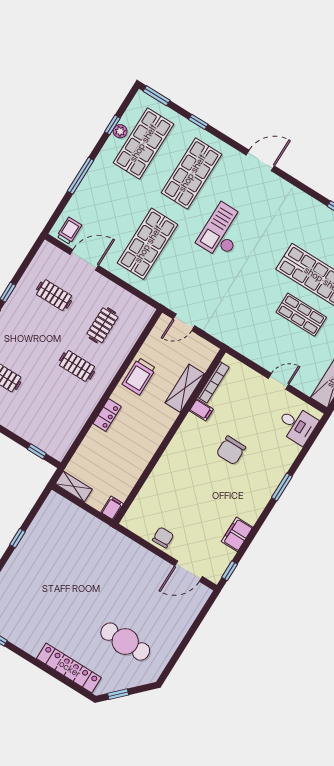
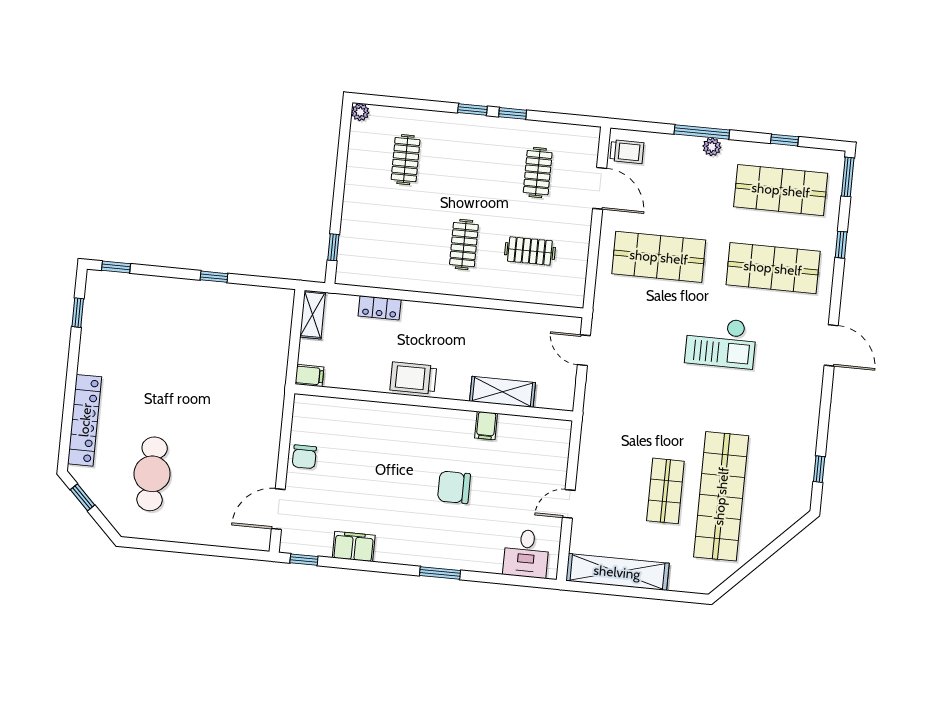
plant: (120, 131) -> (712, 147), moved
checkout: (223, 231) -> (721, 342), turned 180
trolley: (139, 376) -> (413, 378), moved
door: (279, 381) -> (569, 504), swing flipped
bookcase: (213, 382) -> (528, 424), removed
locker: (107, 415) -> (380, 308), moved
chair: (163, 537) -> (304, 457), turned 92
door: (189, 571) -> (278, 509), hinge flipped

